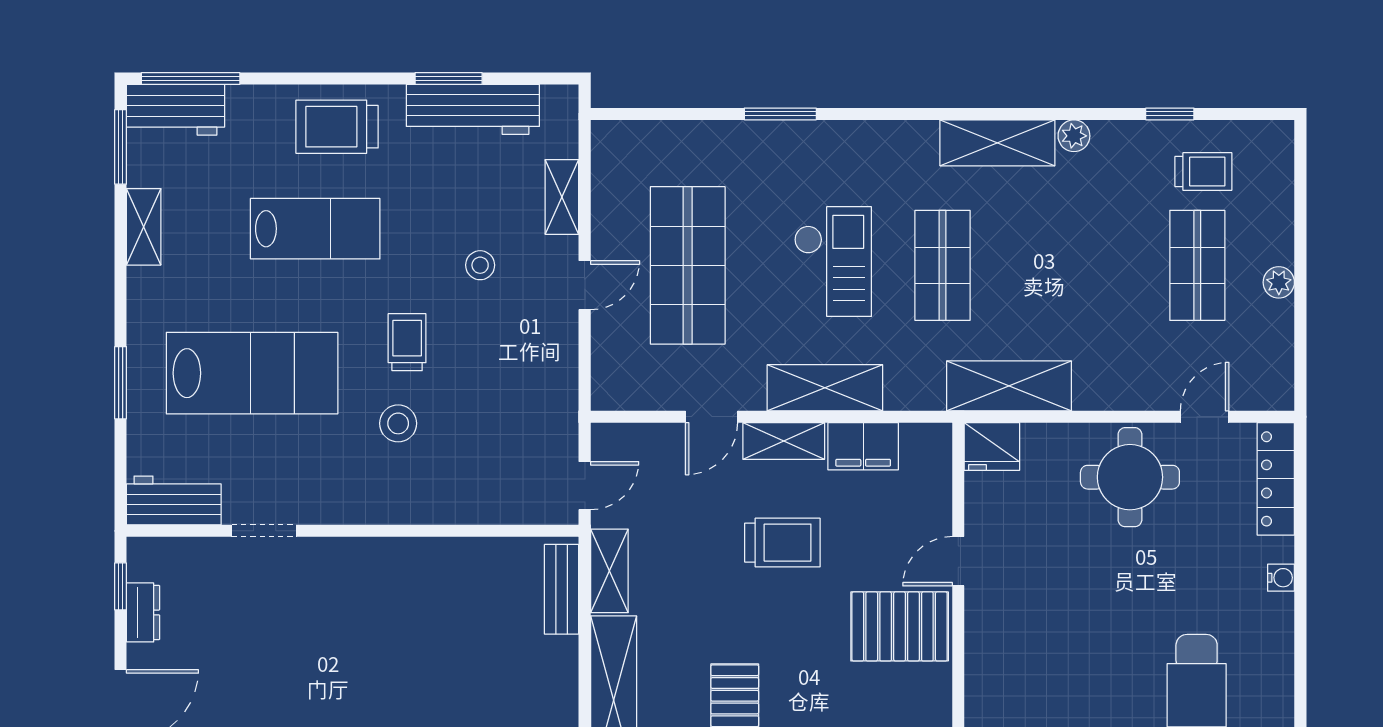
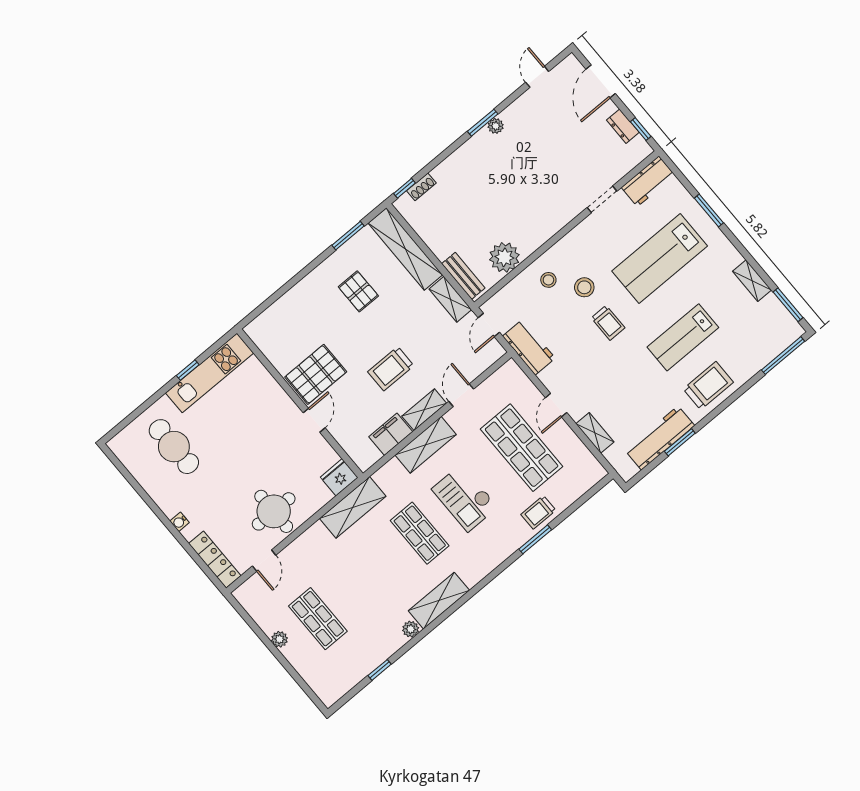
workbench: (176, 110) -> (529, 347), moved, turned 90
trolley: (1203, 171) -> (538, 512), moved
stool: (480, 265) -> (548, 280), moved
plant: (479, 566) -> (504, 257), added

